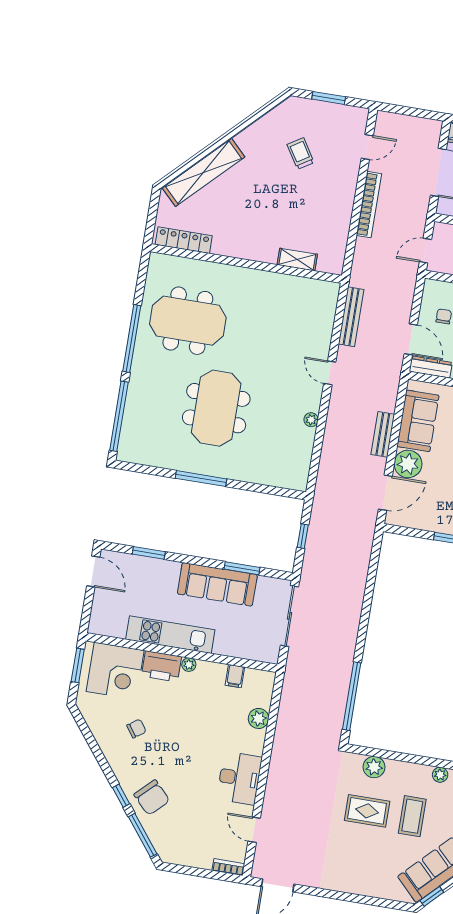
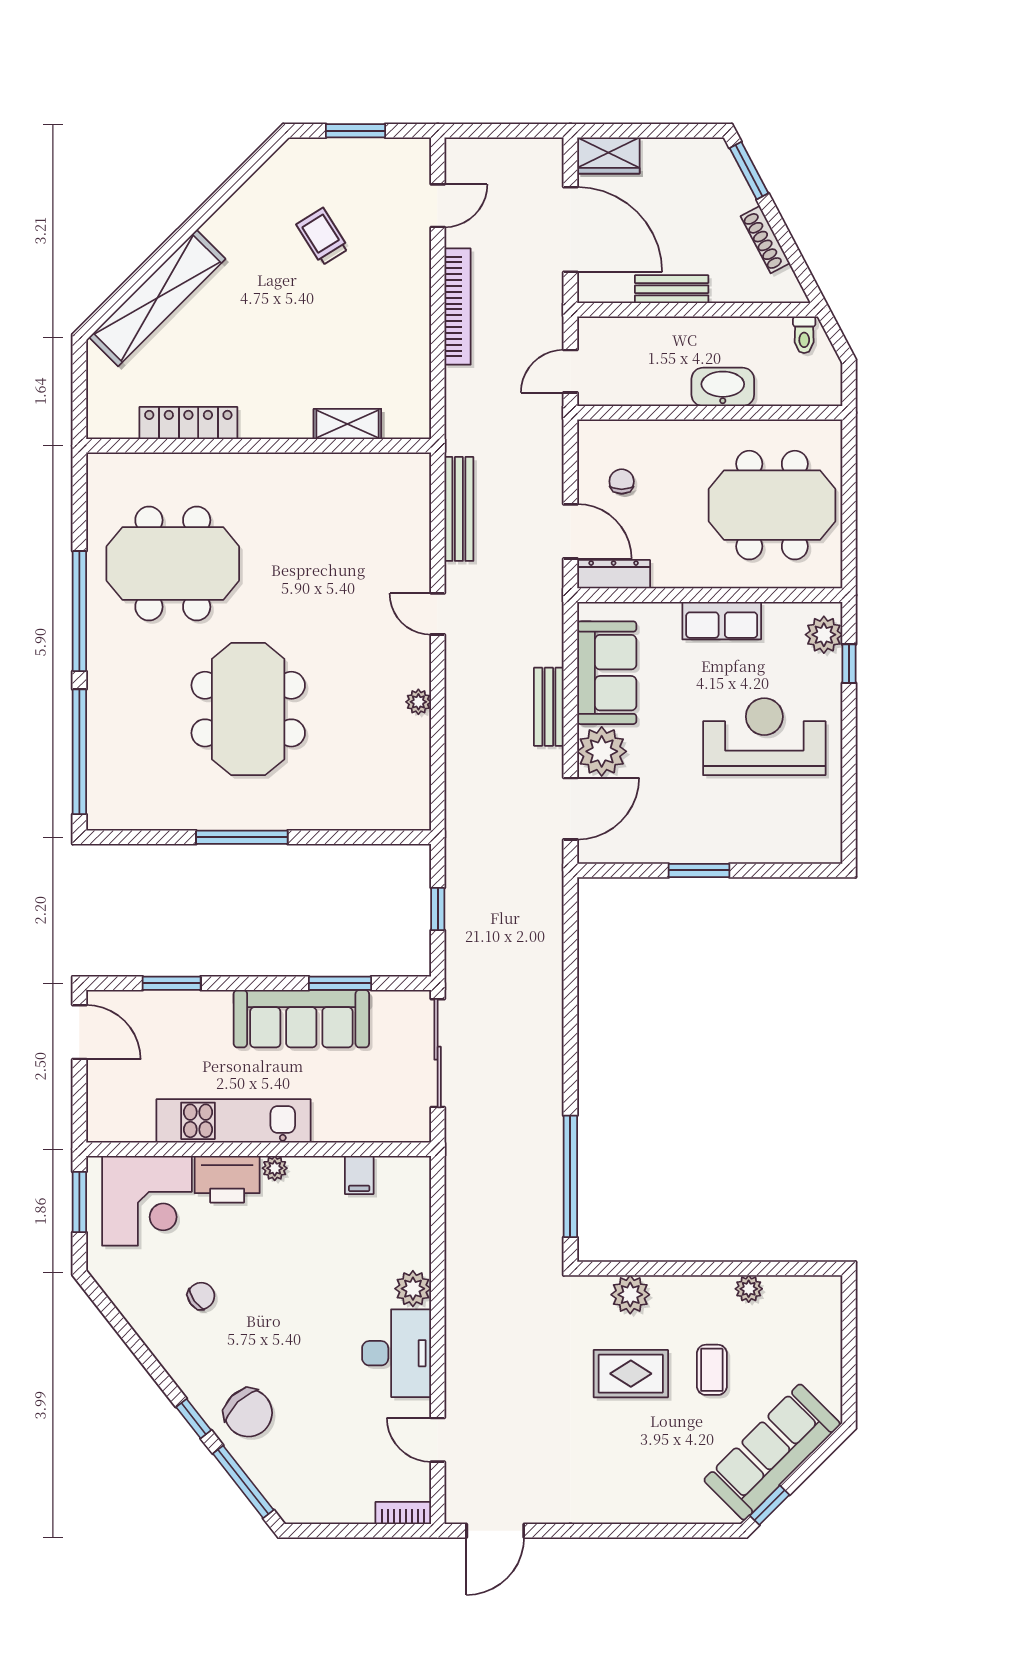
locker: (184, 240) -> (188, 423), moved
plant: (259, 718) -> (413, 1289), moved
coffee table: (412, 816) -> (712, 1370), width x0.73, depth x0.77

